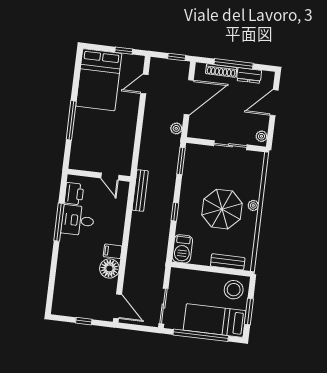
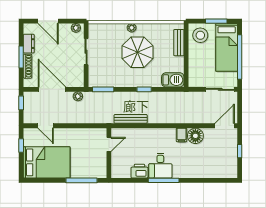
window: (234, 64) -> (21, 57), width x0.69
wall: (99, 175) -> (109, 153), moved
door: (110, 177) -> (109, 144), moved

